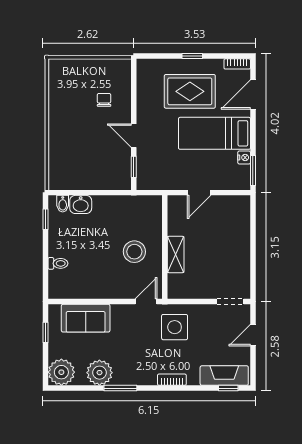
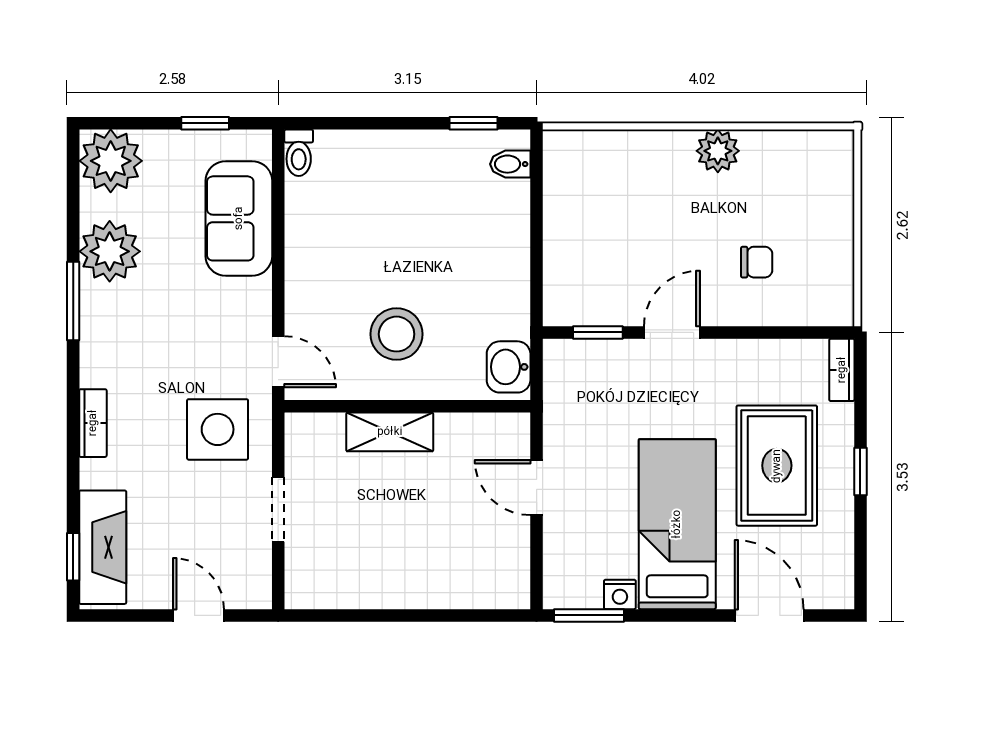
bookcase: (237, 64) -> (842, 370), moved
plant: (57, 116) -> (718, 151), added
washbasin: (81, 204) -> (509, 367), moved
toilet: (58, 263) -> (299, 153), moved
doorway: (230, 302) -> (278, 510), moved

